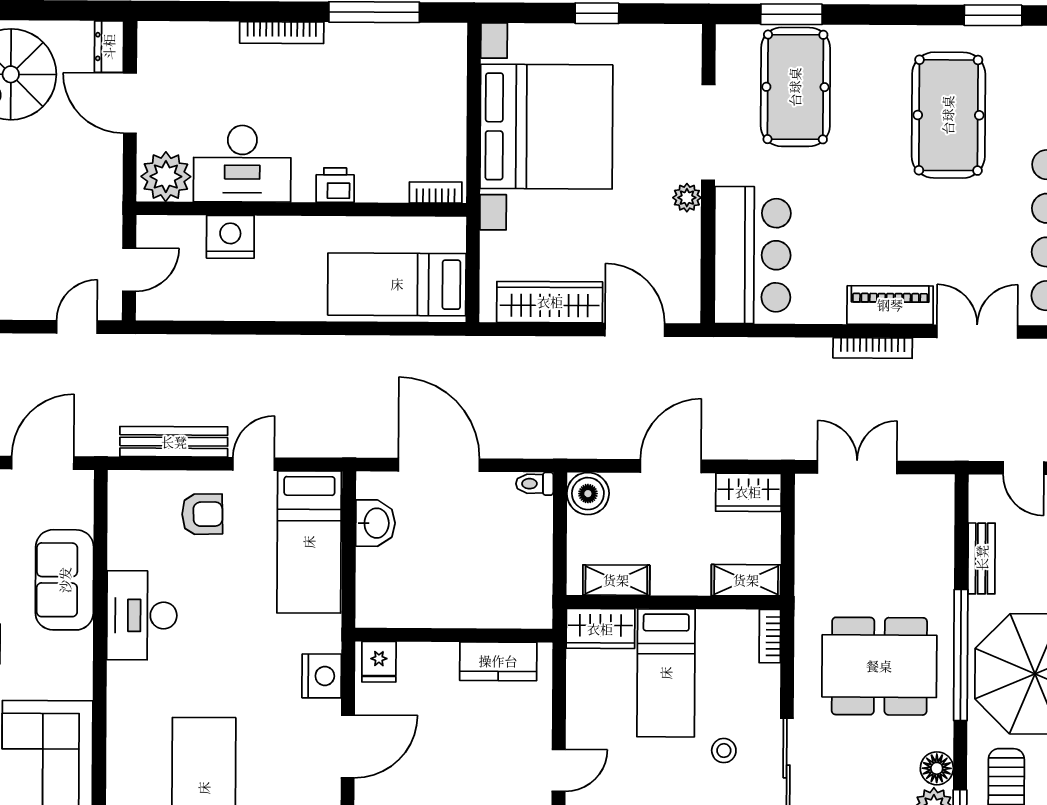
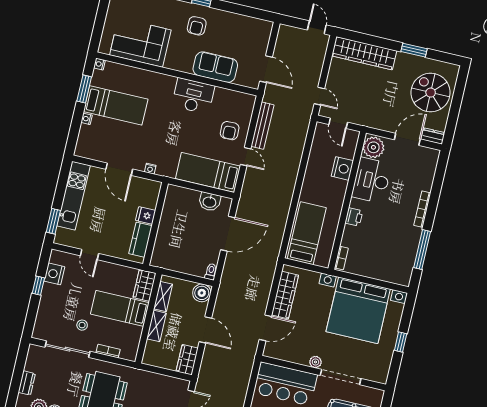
shelving: (746, 580) -> (156, 326), moved
bookcase: (770, 636) -> (108, 351), moved
fridge: (379, 662) -> (146, 215), moved
nightstand: (322, 676) -> (150, 169), width x0.53, depth x0.56

